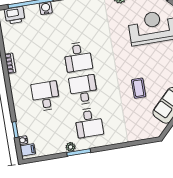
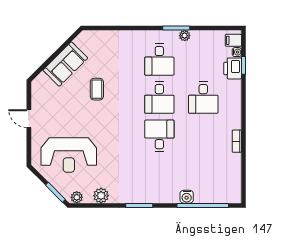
printer: (15, 15) -> (233, 68), moved, turned -90
desk: (89, 123) -> (159, 60), turned 180

